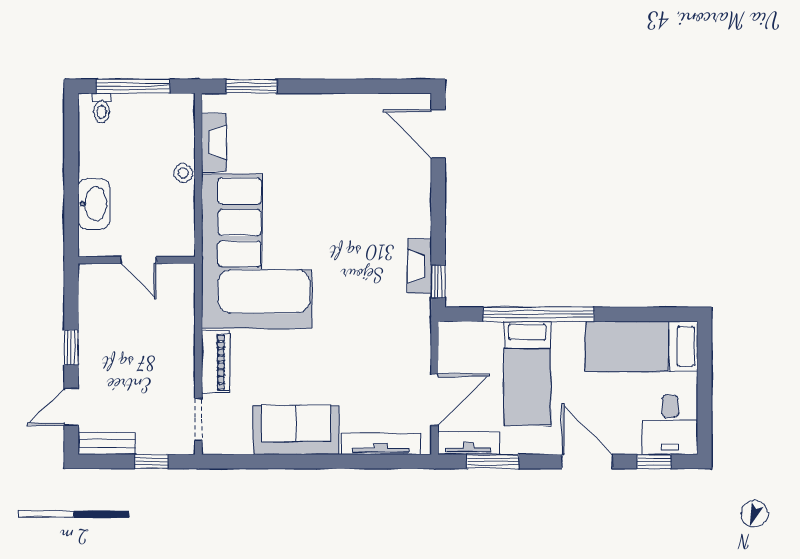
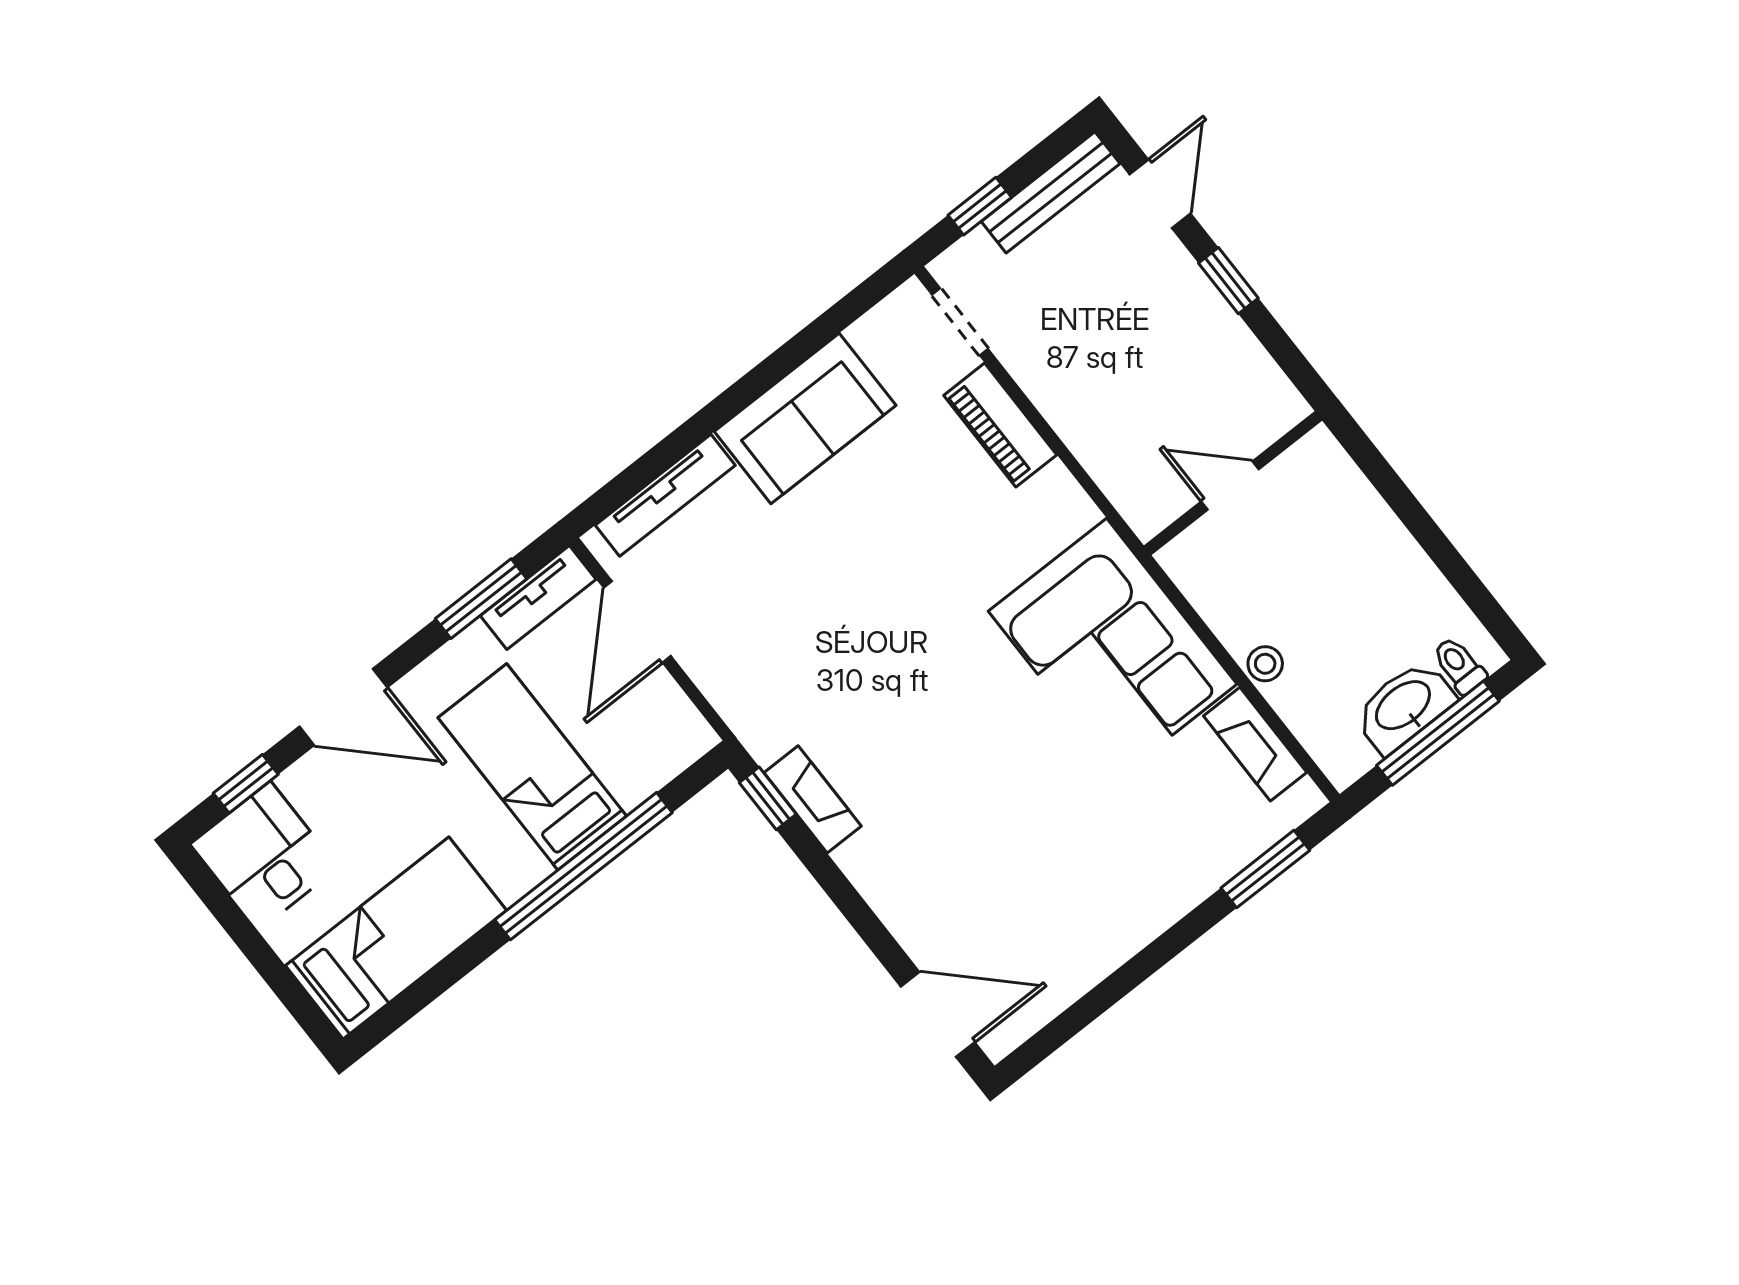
washbasin: (94, 204) -> (1404, 707), moved, turned 90
corner sofa: (257, 251) -> (1113, 648), width x0.73, depth x0.74
bench: (107, 444) -> (1051, 192), width x1.36

